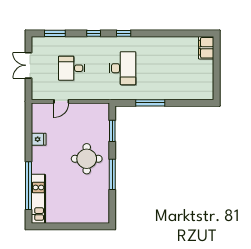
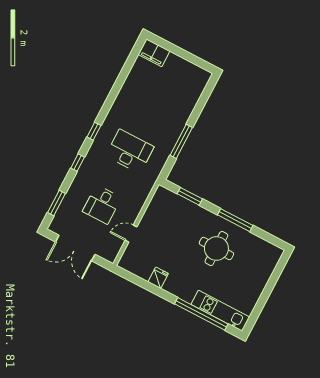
double door: (28, 65) -> (75, 248), width x1.37
door: (61, 101) -> (131, 234), swing flipped
round table: (87, 159) -> (216, 248), moved

